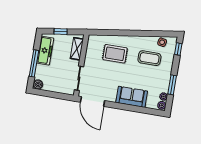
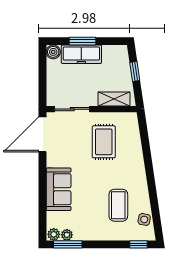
freezer: (45, 51) -> (81, 54), moved
rug: (115, 54) -> (104, 142), moved
window: (34, 63) -> (83, 41), width x0.69
window: (172, 85) -> (68, 244), moved

